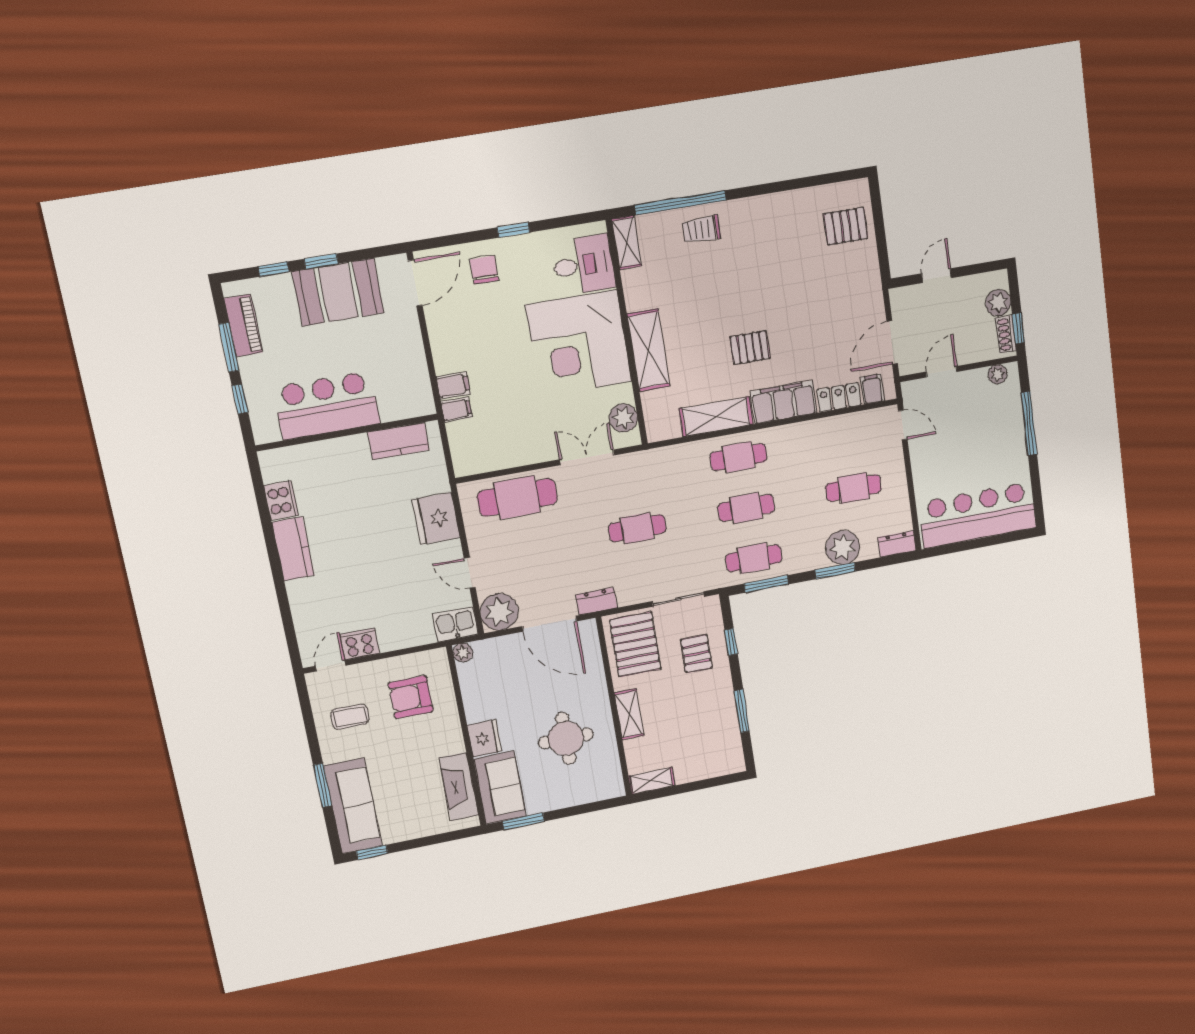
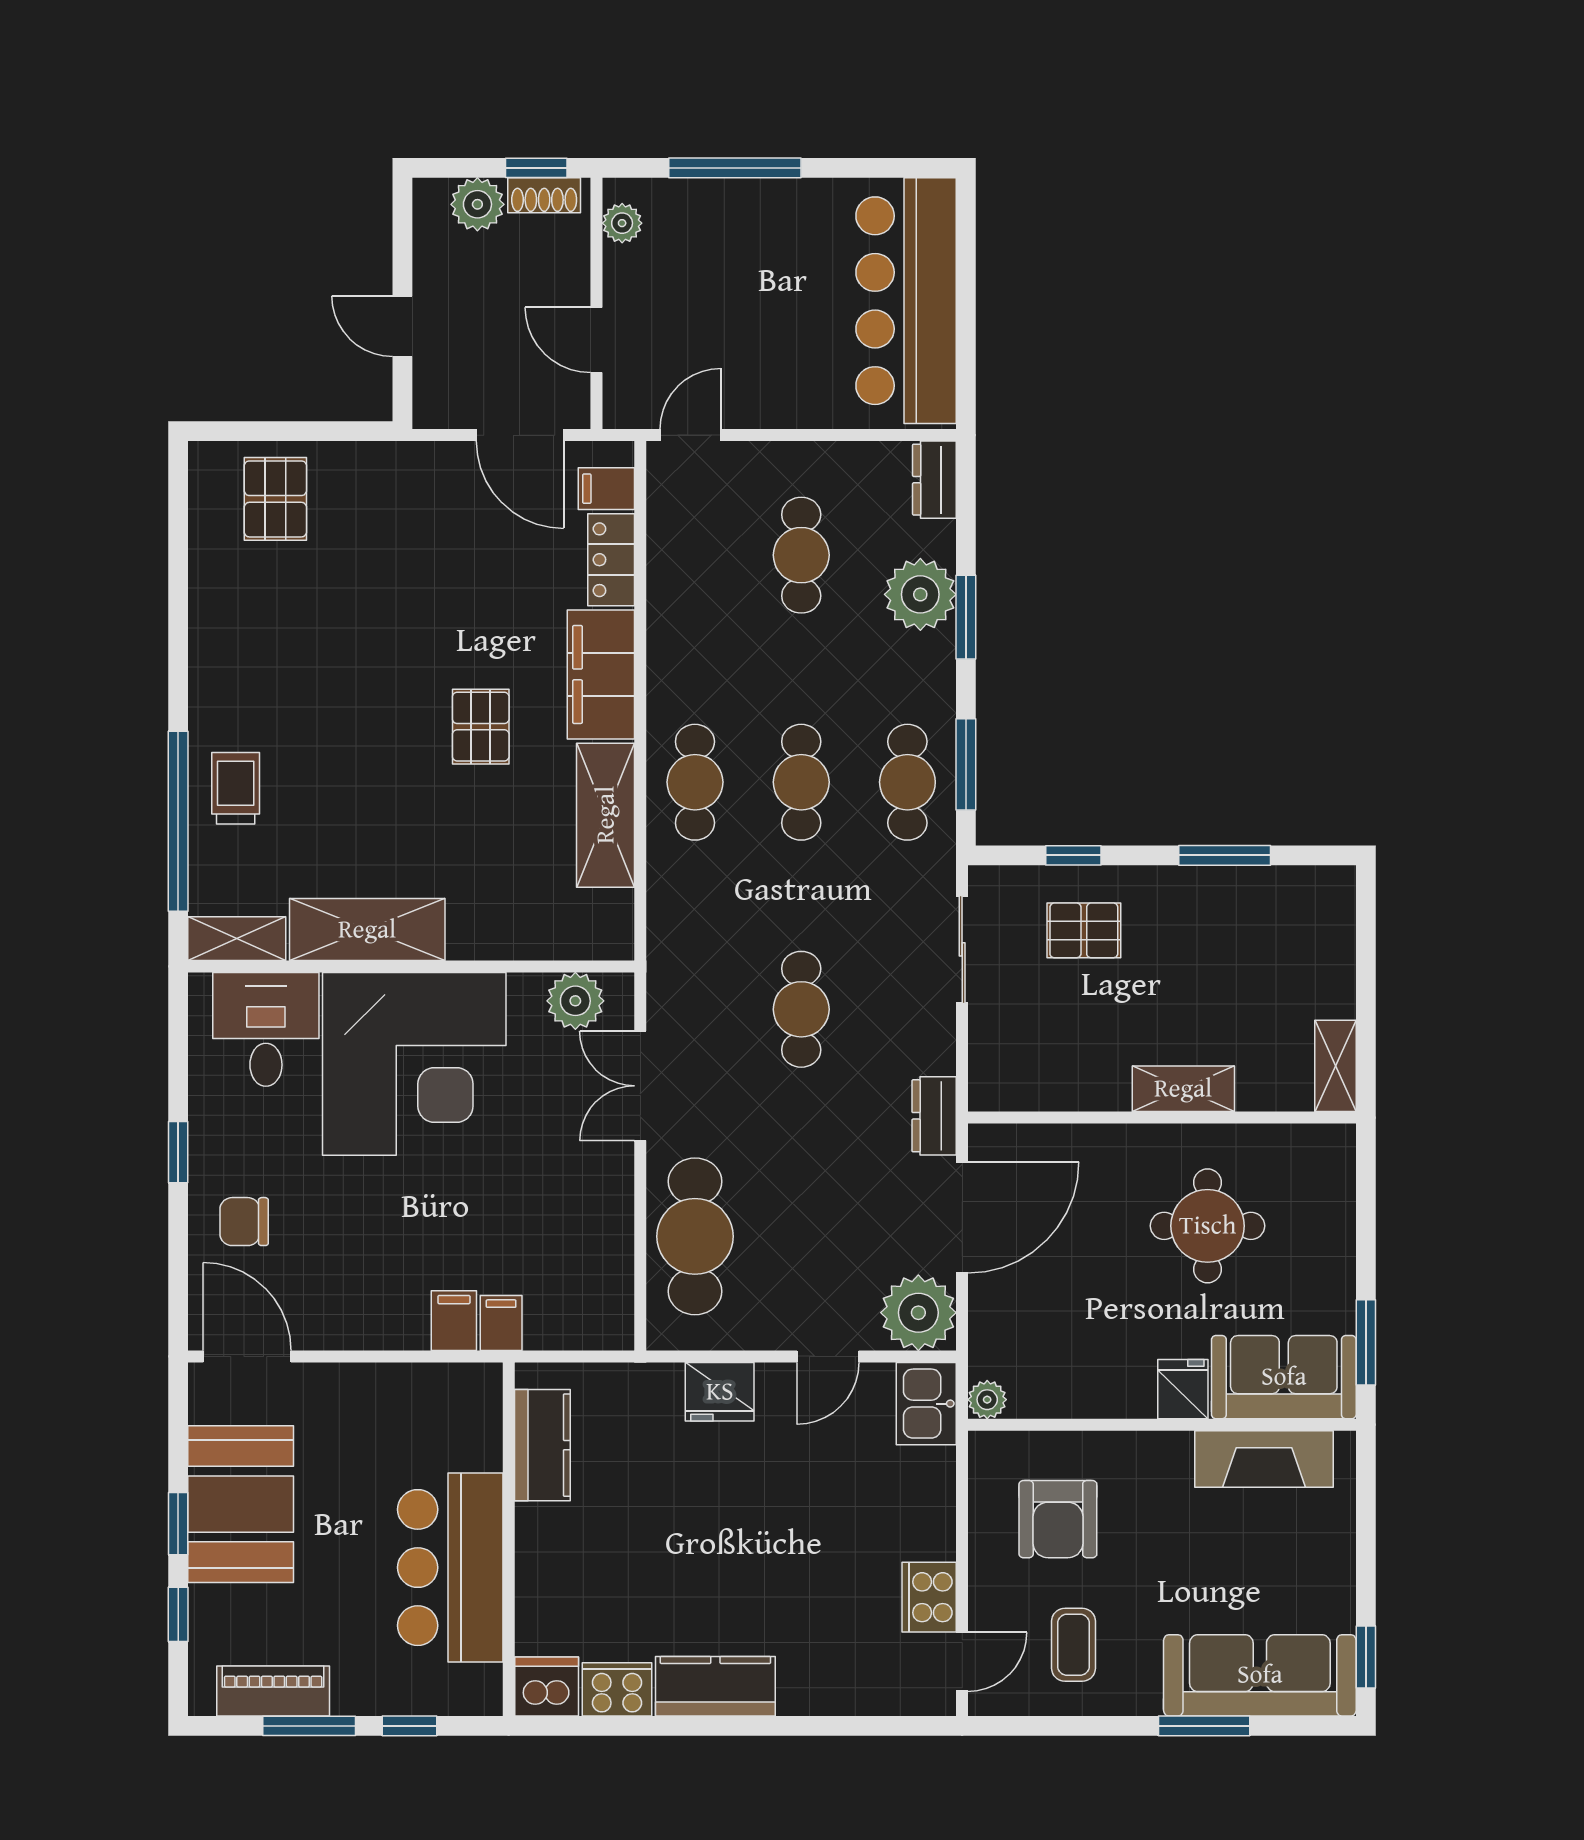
trolley: (701, 229) -> (236, 788), turned 180
shelving: (648, 350) -> (367, 930), moved
dishwasher: (275, 465) -> (547, 1687), added
fridge: (436, 518) -> (720, 1392), width x0.73, depth x0.75
pallet: (635, 644) -> (1039, 1052), removed
door: (330, 666) -> (962, 1662), swing flipped
fridge: (484, 738) -> (1183, 1389), width x0.72

